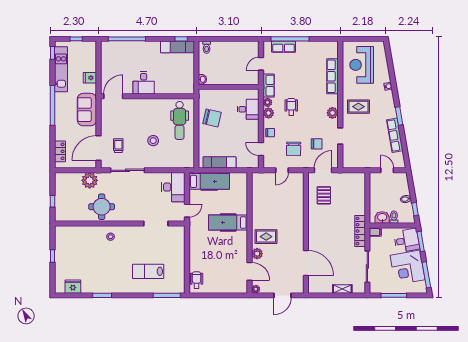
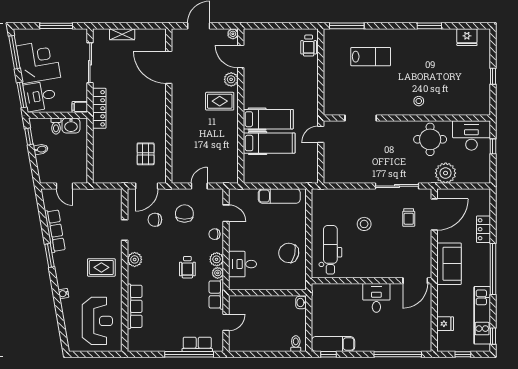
fridge: (90, 78) -> (445, 324), moved
locker: (60, 151) -> (483, 229), moved
hospital bed: (209, 181) -> (269, 143), moved, turned 180
desk: (173, 187) -> (471, 135), moved, turned 90

